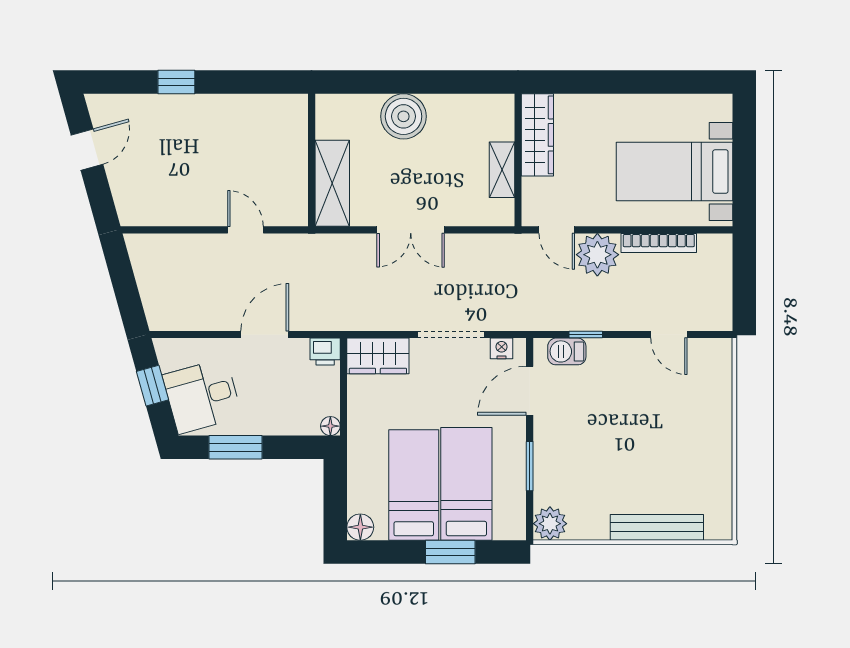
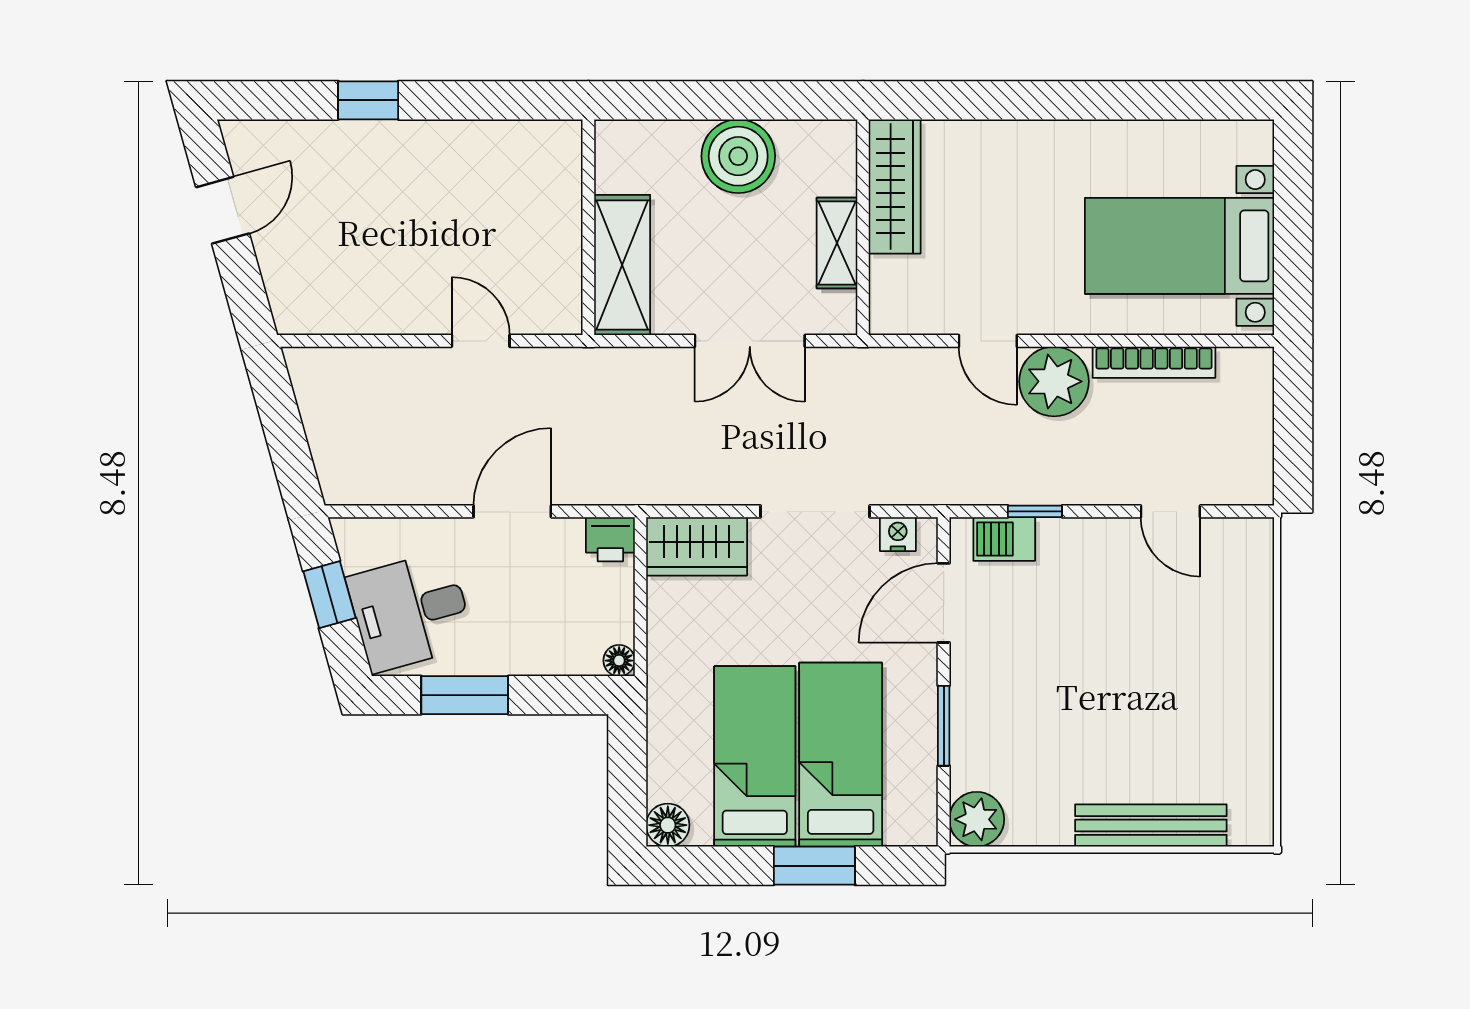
wardrobe: (537, 135) -> (895, 186), moved
wall: (518, 160) -> (863, 227), moved
shelving: (502, 170) -> (837, 243), moved

